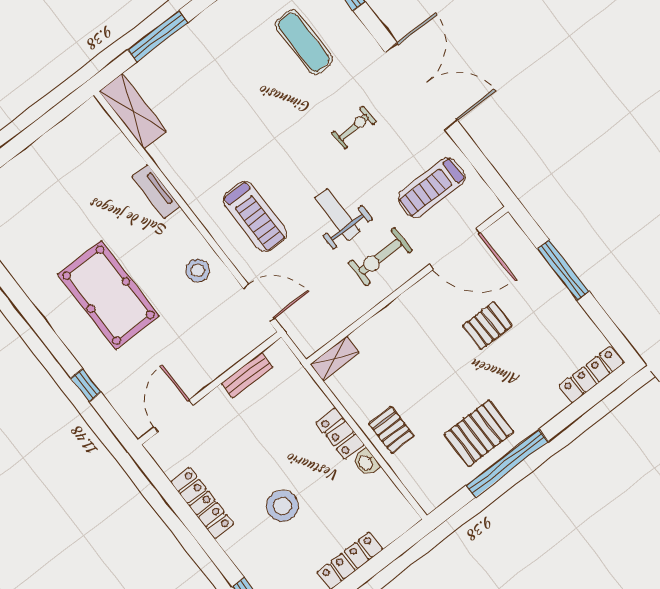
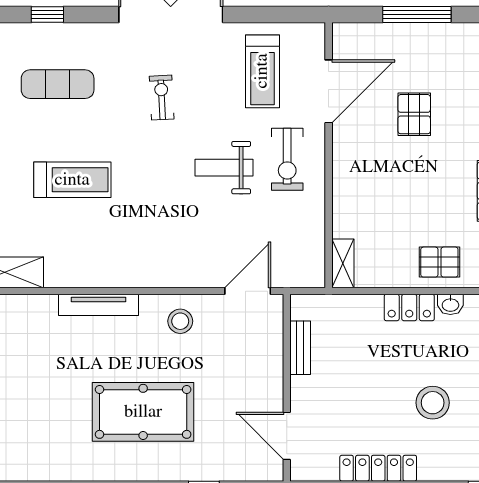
tv unit: (156, 191) -> (98, 305), width x1.41
treadmill: (255, 217) -> (72, 180), moved

